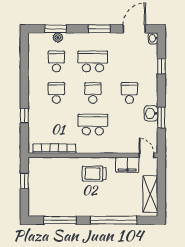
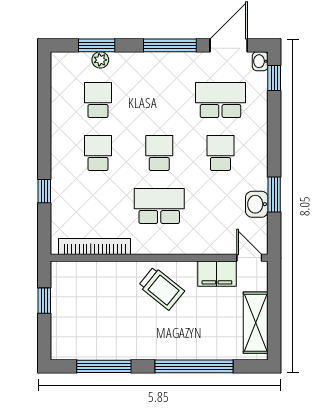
window: (99, 29) -> (170, 45), width x1.44
school desk: (93, 61) -> (220, 100), moved
window: (161, 66) -> (274, 78), moved
washbasin: (151, 113) -> (257, 204), moved
trolley: (94, 174) -> (161, 288), turned -141

